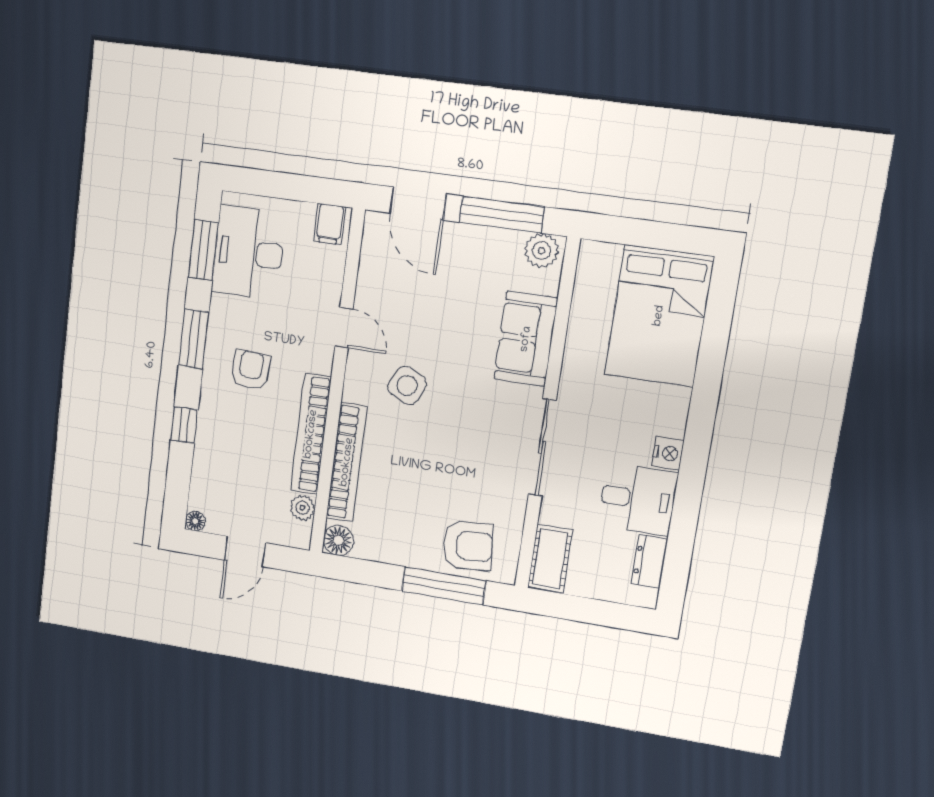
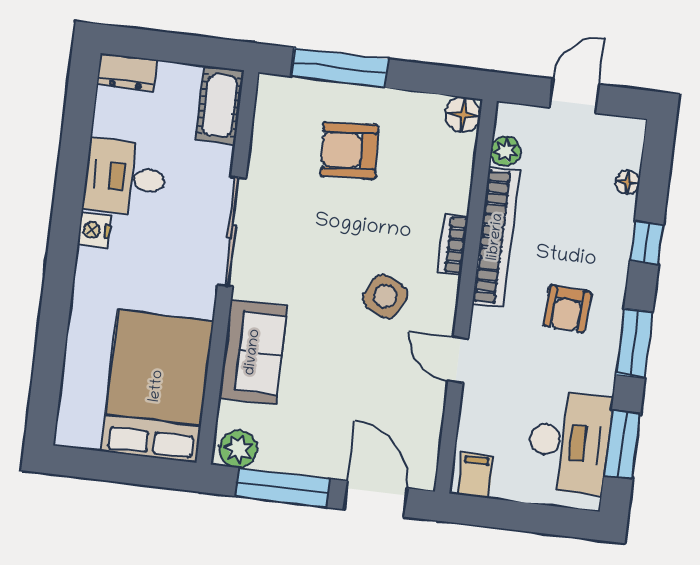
bed: (659, 316) -> (157, 386), moved
bookcase: (347, 462) -> (453, 245), width x0.43, depth x0.76
floor lamp: (195, 521) -> (628, 182), moved
armchair: (468, 546) -> (349, 150), moved
dresser: (649, 561) -> (127, 72), moved, turned 90

